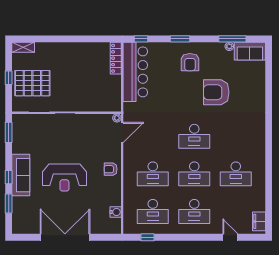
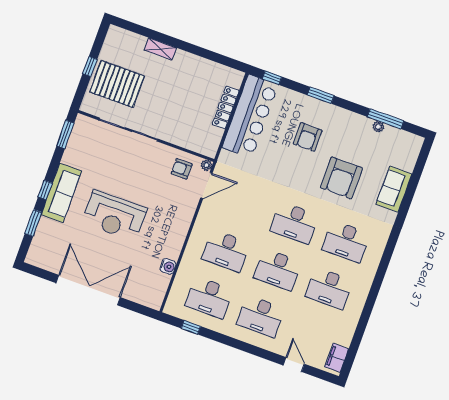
shelving: (23, 47) -> (160, 49), moved
sofa: (250, 51) -> (394, 189), moved, turned 90
locker: (116, 58) -> (226, 108), moved
armchair: (190, 62) -> (308, 137), moved
armchair: (216, 92) -> (341, 178), turned -90
desk: (236, 136) -> (346, 242), added
armchair: (111, 169) -> (182, 169), moved
water cooler: (116, 212) -> (168, 266), moved

